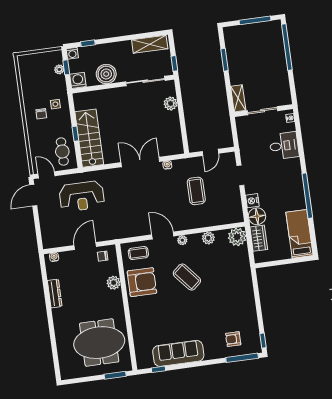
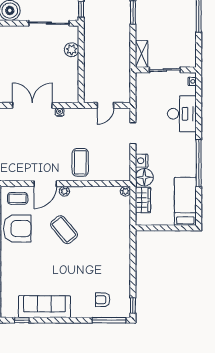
desk: (284, 146) -> (182, 114), width x1.37
coffee table: (196, 191) -> (80, 162), moved
door: (163, 235) -> (45, 184), swing flipped
plant: (237, 237) -> (125, 191), width x0.53, depth x0.53
plant: (208, 238) -> (91, 193), removed

